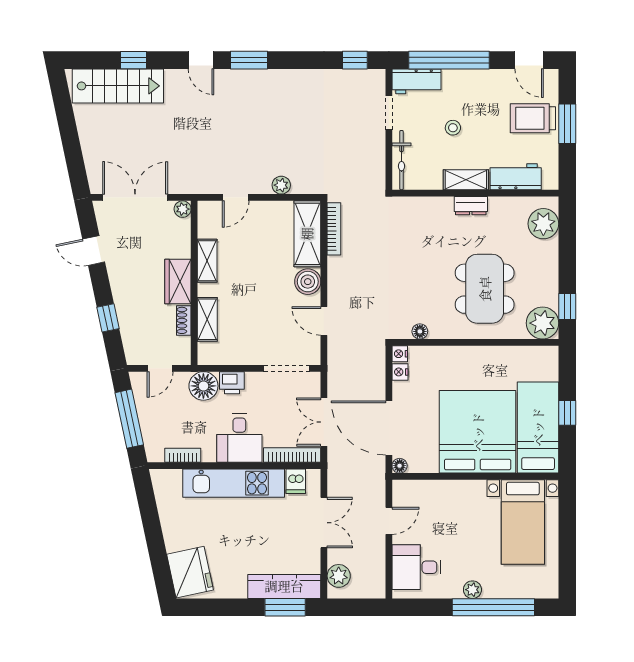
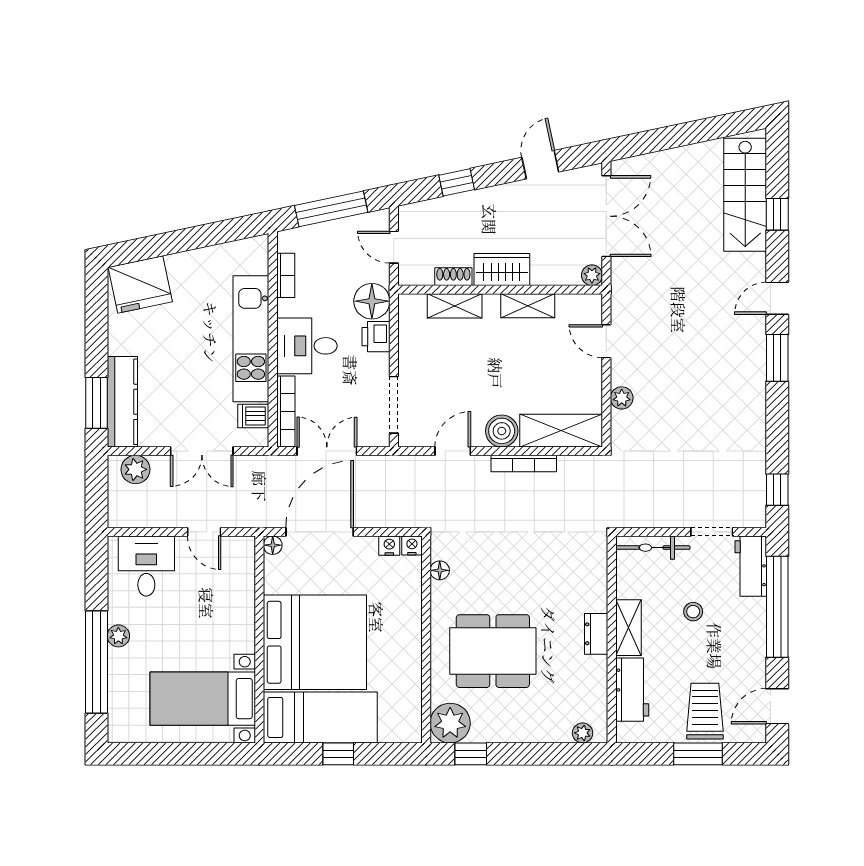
plant: (543, 224) -> (583, 733), width x0.53, depth x0.53
bookcase: (334, 229) -> (524, 464), moved

